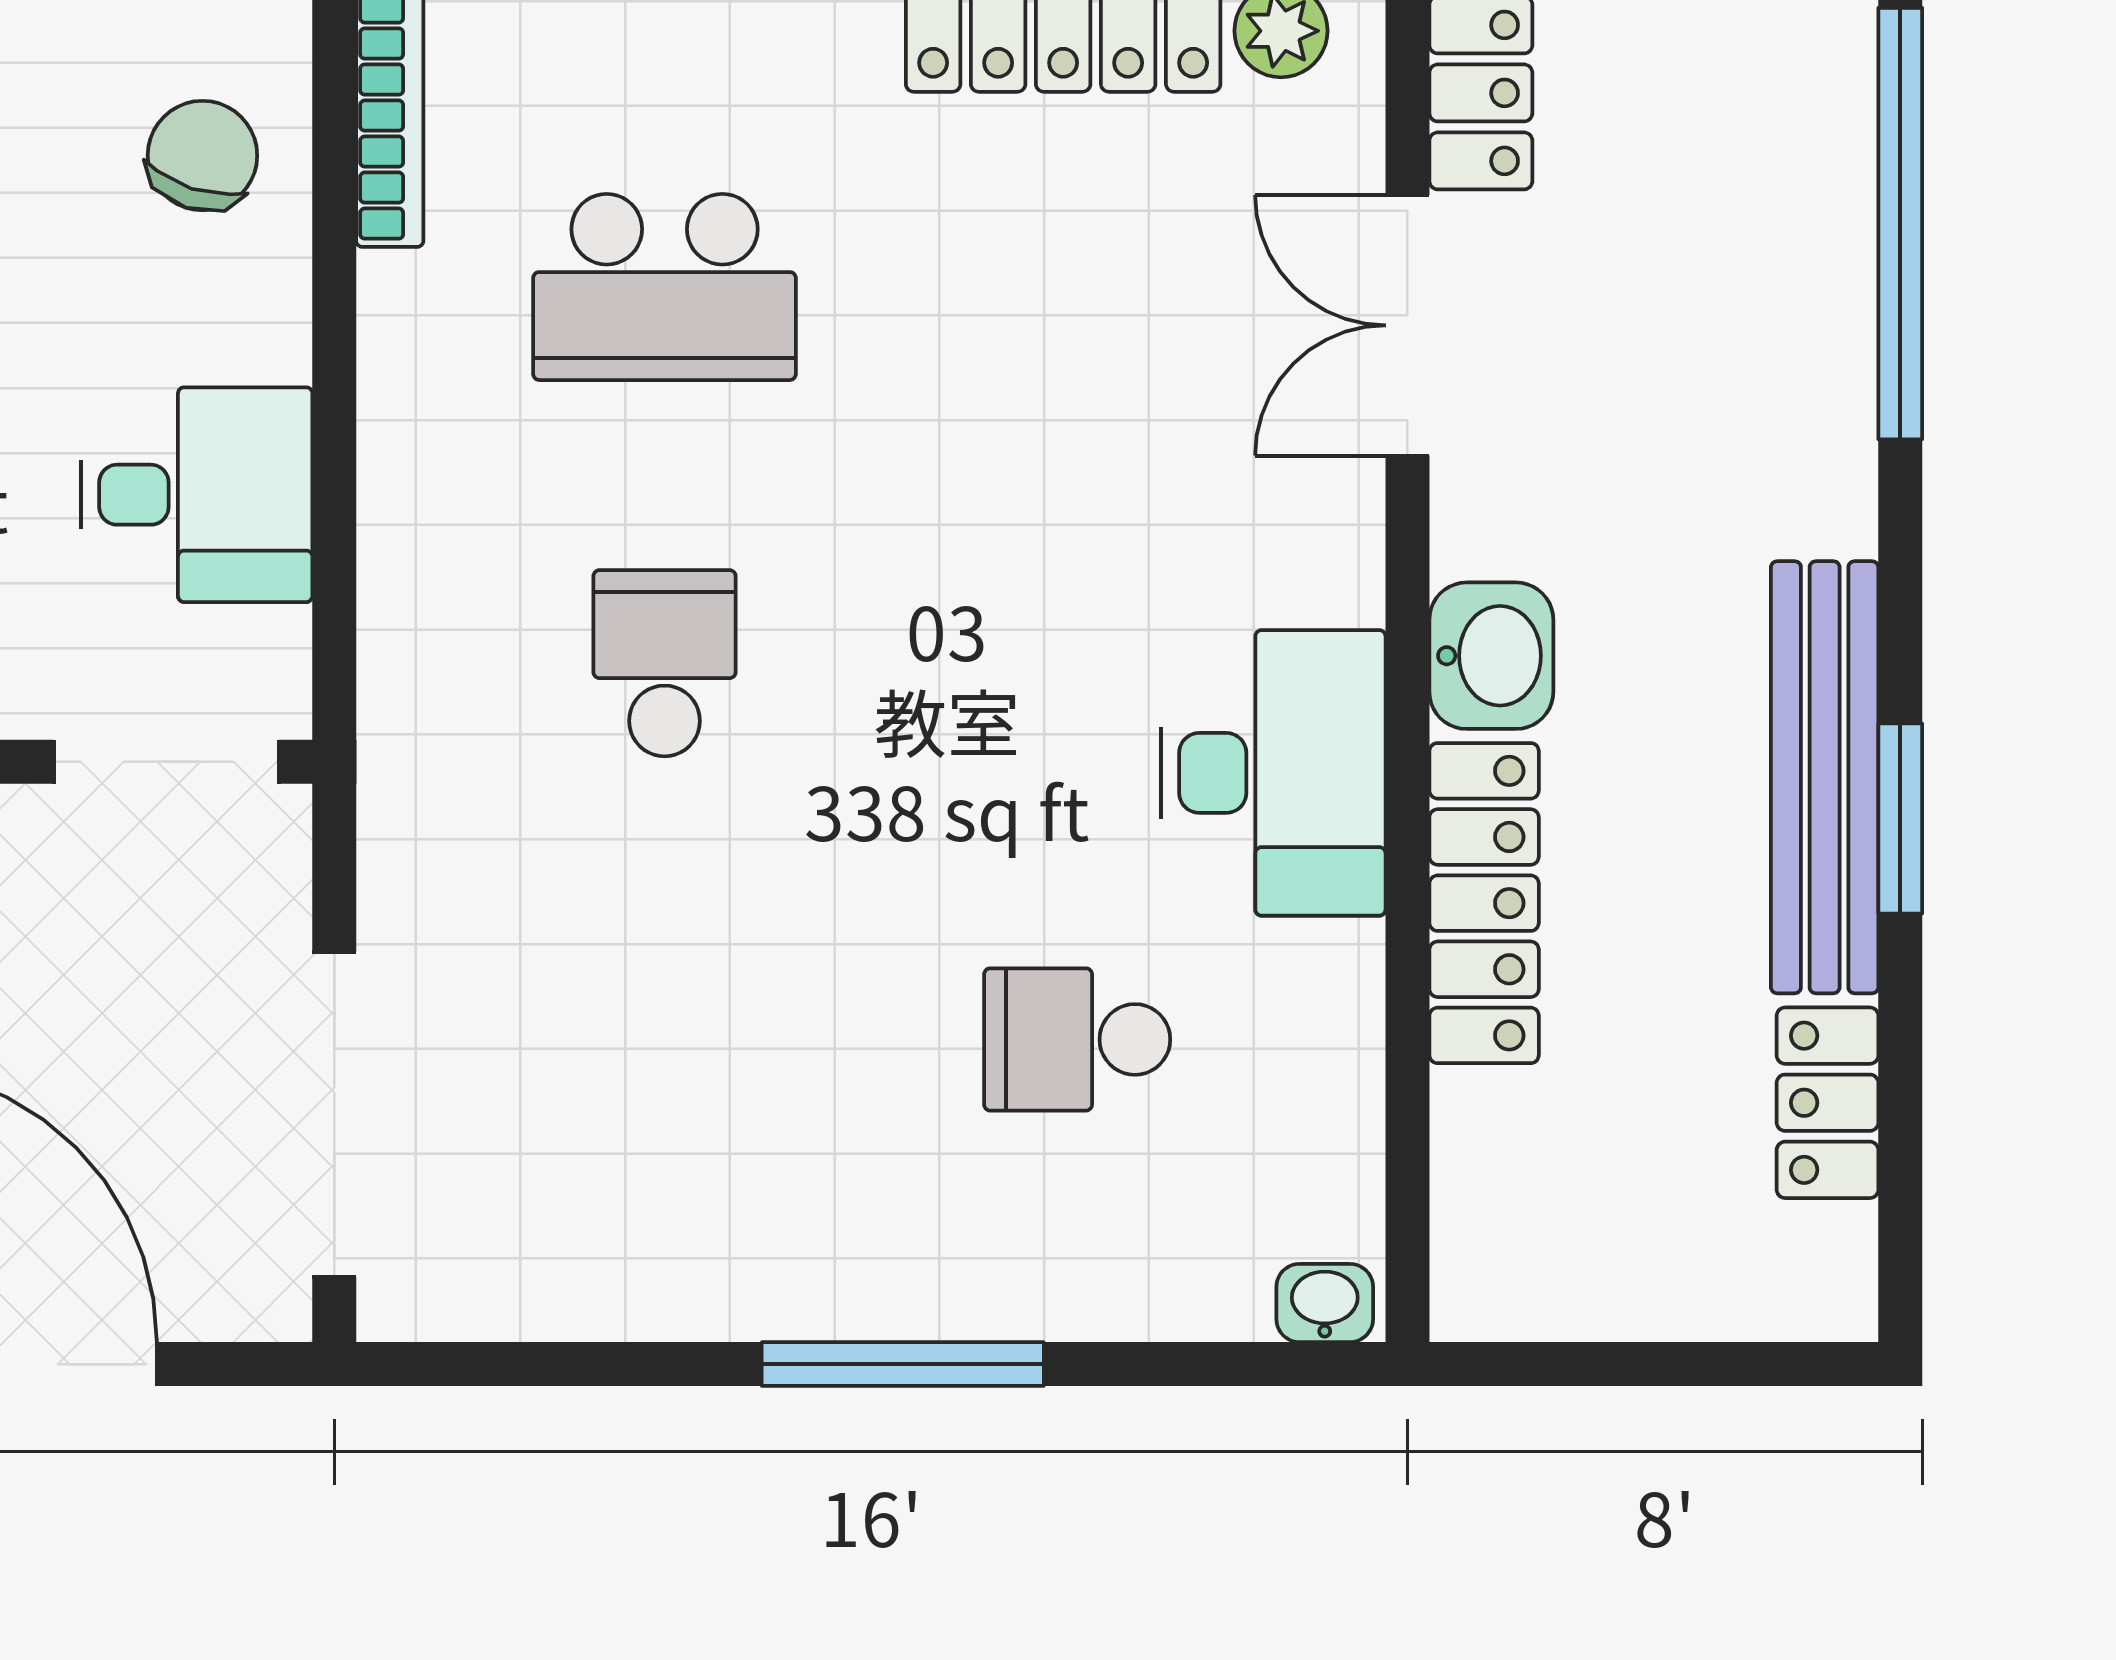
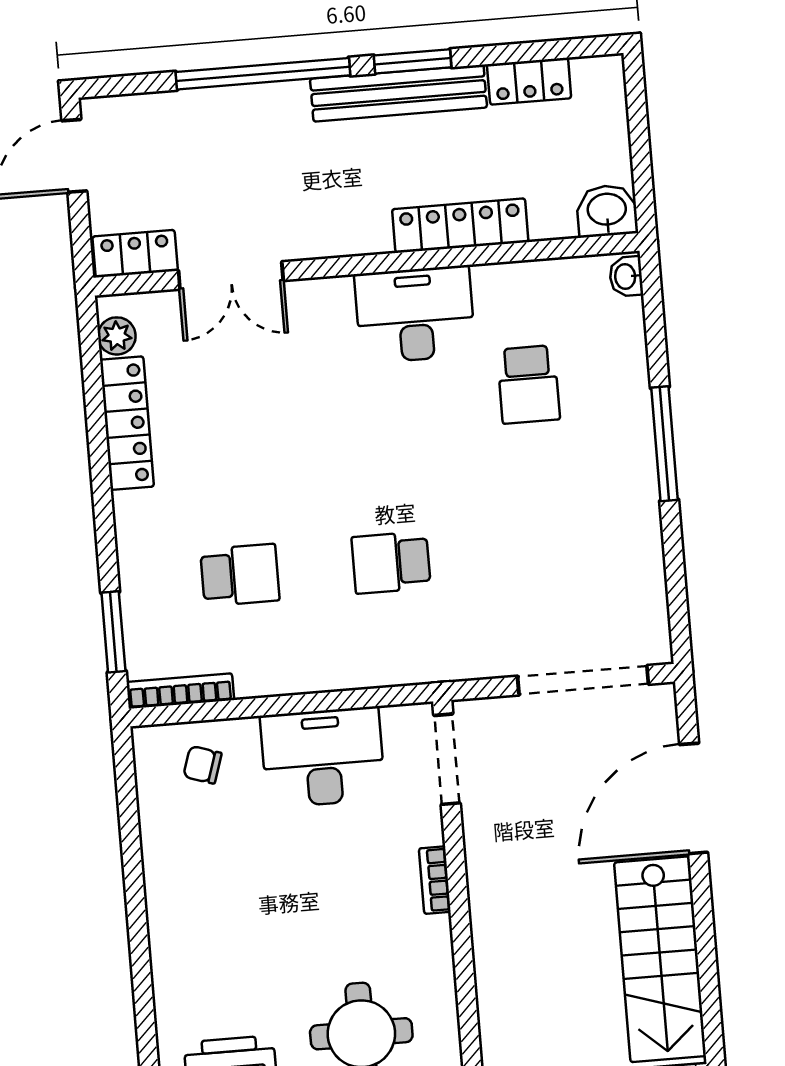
chair: (202, 156) -> (202, 765), width x0.73, depth x0.73
window: (1900, 224) -> (263, 74), moved
school desk: (665, 287) -> (240, 575), width x0.54
desk: (196, 495) -> (323, 757), width x1.37
washbasin: (1491, 656) -> (607, 211), moved

